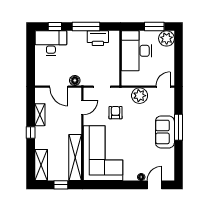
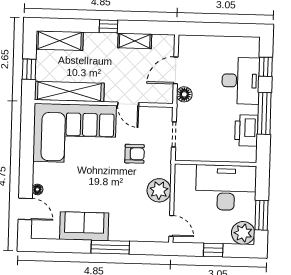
desk: (51, 43) -> (241, 81), moved
window: (178, 58) -> (213, 250), added
door: (82, 107) -> (128, 104), moved
sofa: (165, 132) -> (84, 226), moved

